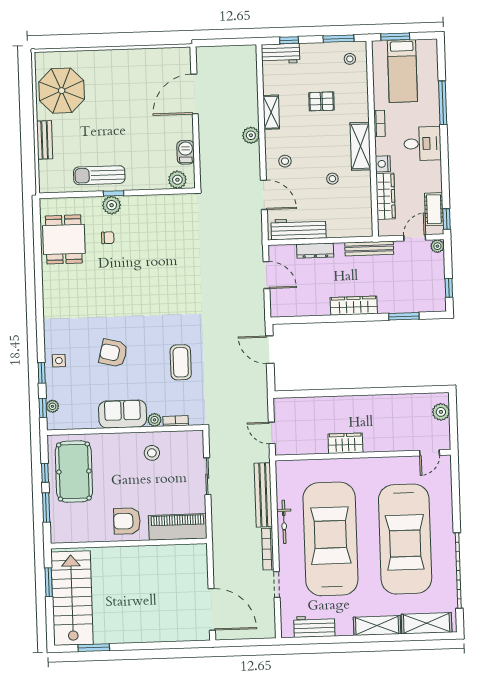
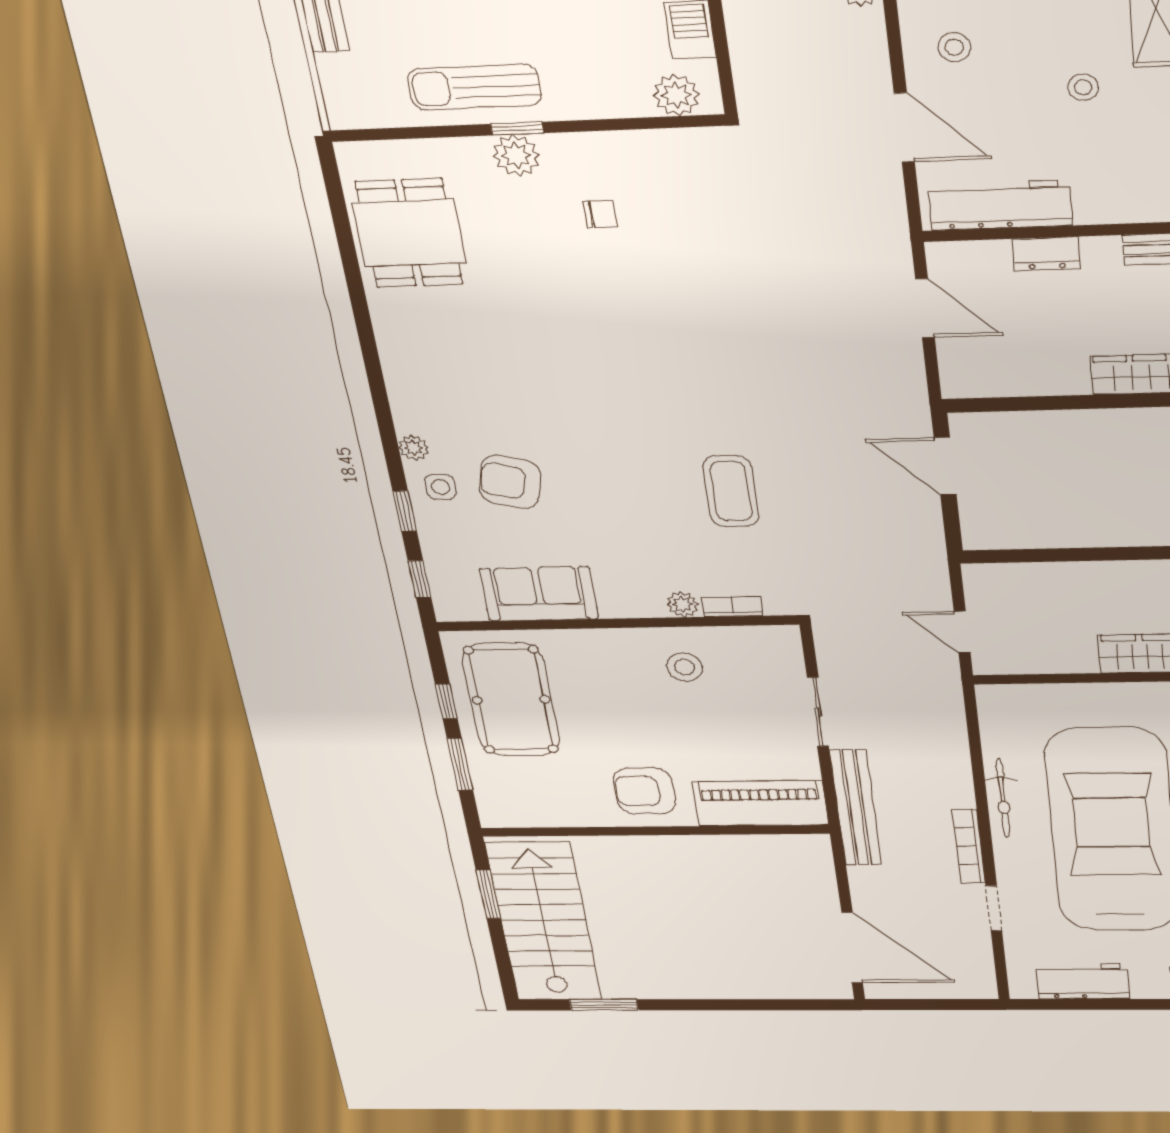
chair: (108, 238) -> (600, 214), moved
dresser: (315, 251) -> (1046, 254), width x0.70
armchair: (113, 353) -> (510, 482), moved
plant: (52, 406) -> (414, 448), moved
sofa: (123, 414) -> (539, 594), moved
bench: (263, 495) -> (856, 808), moved

